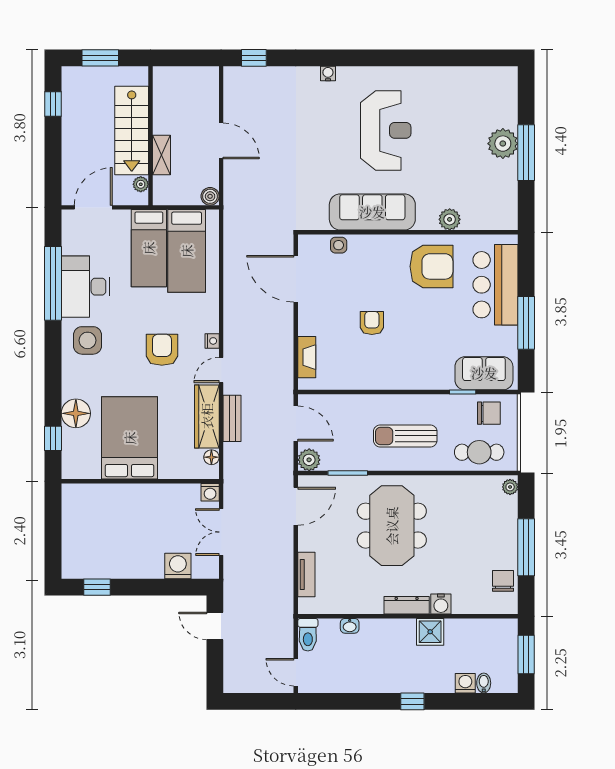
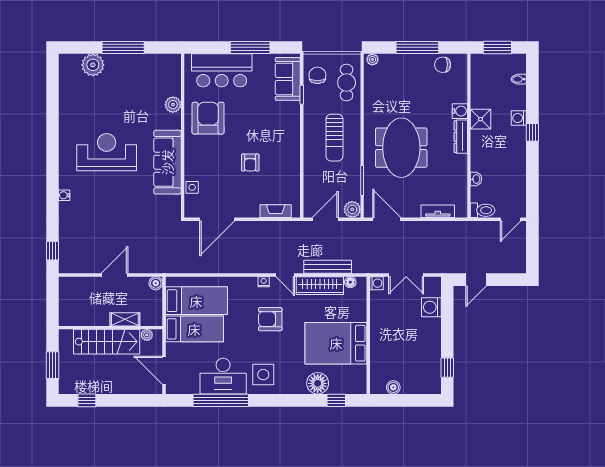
plant: (503, 144) -> (93, 65), moved
armchair: (372, 323) -> (250, 163), turned -90
bench: (232, 418) -> (328, 267), width x1.36
boiler: (70, 515) -> (393, 387), added
meeting table: (392, 526) -> (401, 148), turned 90
washing machine: (465, 683) -> (519, 118), moved

